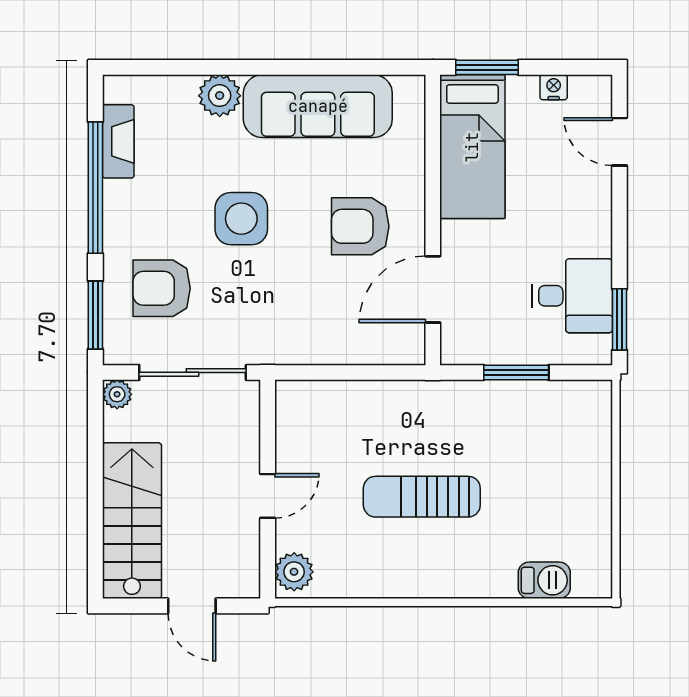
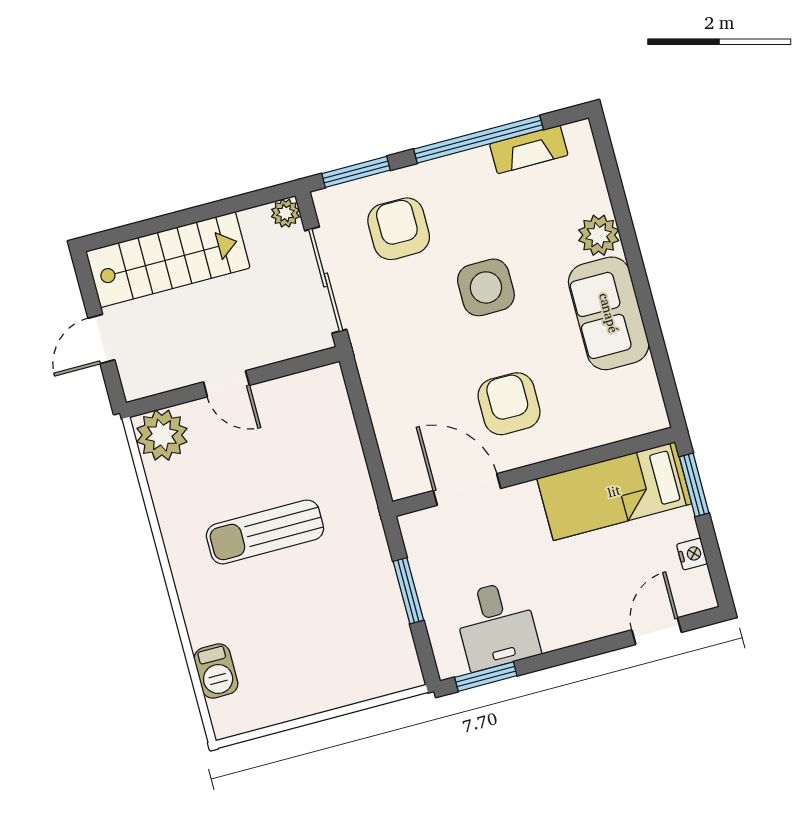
sofa: (318, 106) -> (609, 313), width x0.73
sun lounger: (422, 497) -> (265, 532), turned -90
plant: (294, 572) -> (162, 435), width x1.36, depth x1.36

